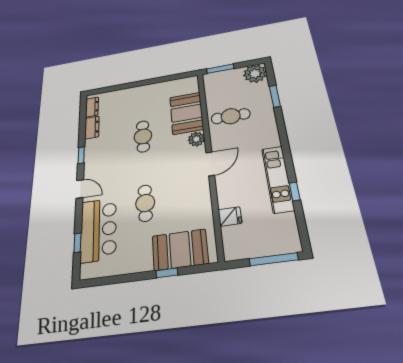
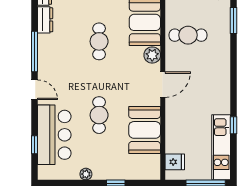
window: (81, 155) -> (35, 51), width x2.17
kitchen unit: (278, 179) -> (221, 147), moved
fridge: (230, 216) -> (175, 162), moved
booth: (180, 250) -> (145, 130), moved, turned 90
plant: (133, 267) -> (86, 174), added

